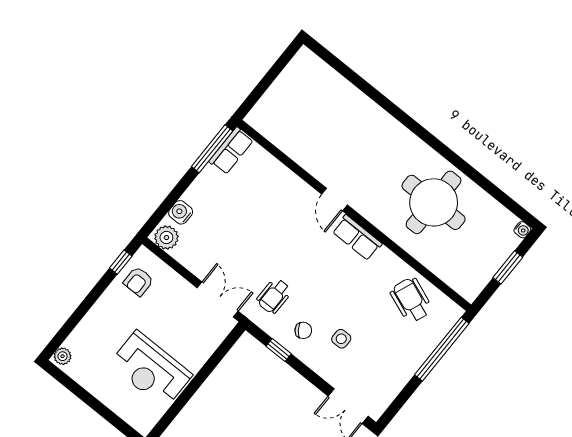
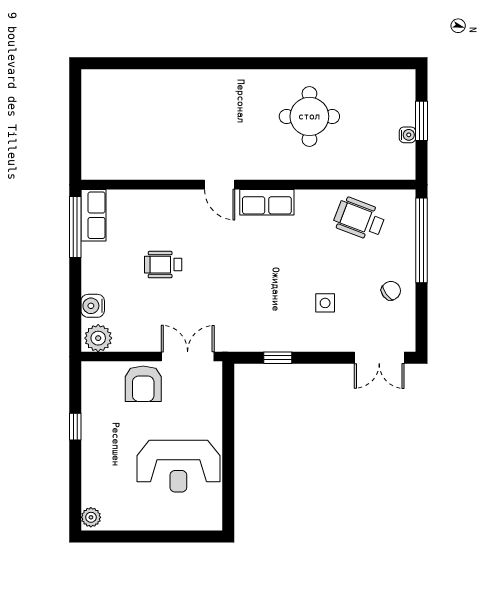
round table: (434, 202) -> (309, 116), width x0.73, depth x0.73
water cooler: (522, 230) -> (407, 135), moved
window: (121, 262) -> (75, 427), moved
armchair: (138, 281) -> (143, 384), moved, width x1.38, depth x1.38
wheelchair: (274, 296) -> (163, 265), moved, turned 90
chair: (303, 330) -> (391, 291), moved

